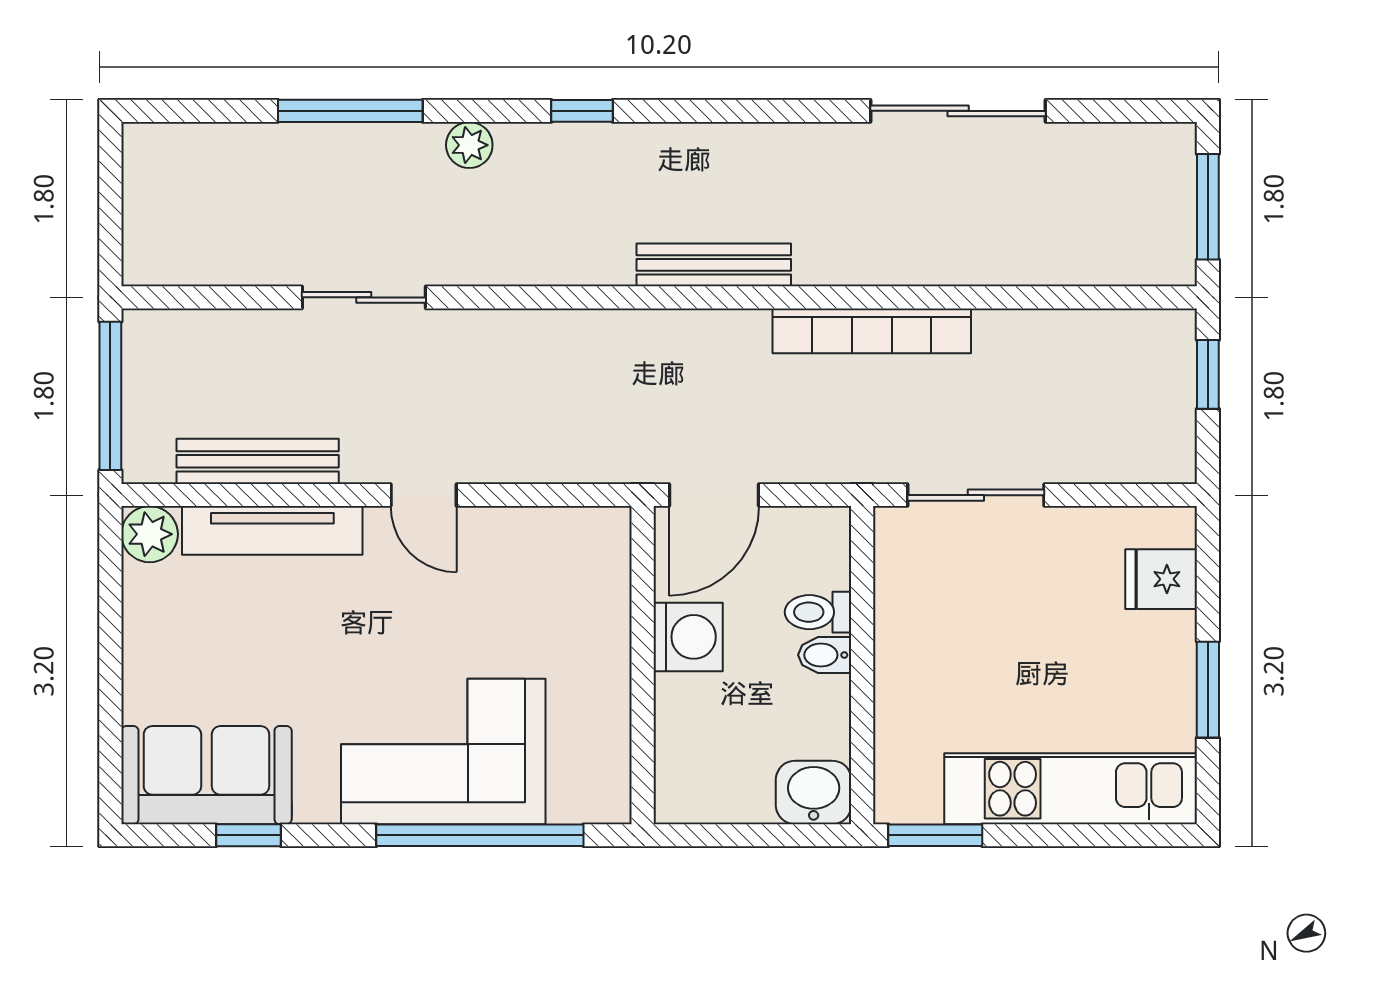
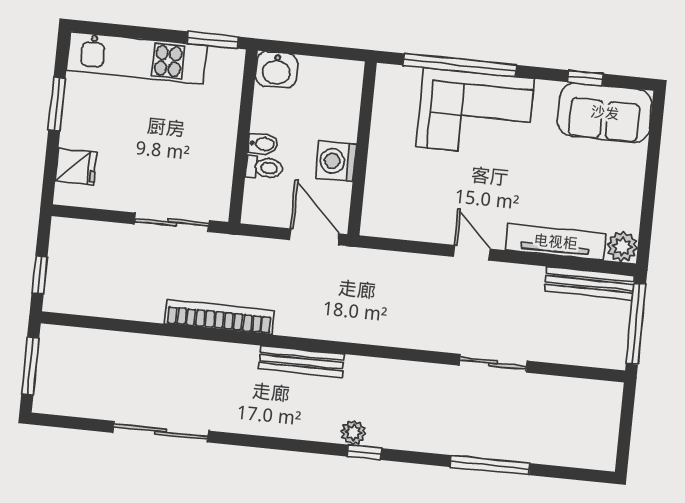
plant: (469, 145) -> (353, 433), moved
bench: (258, 461) -> (590, 283), moved
door: (714, 495) -> (314, 237), hinge flipped

